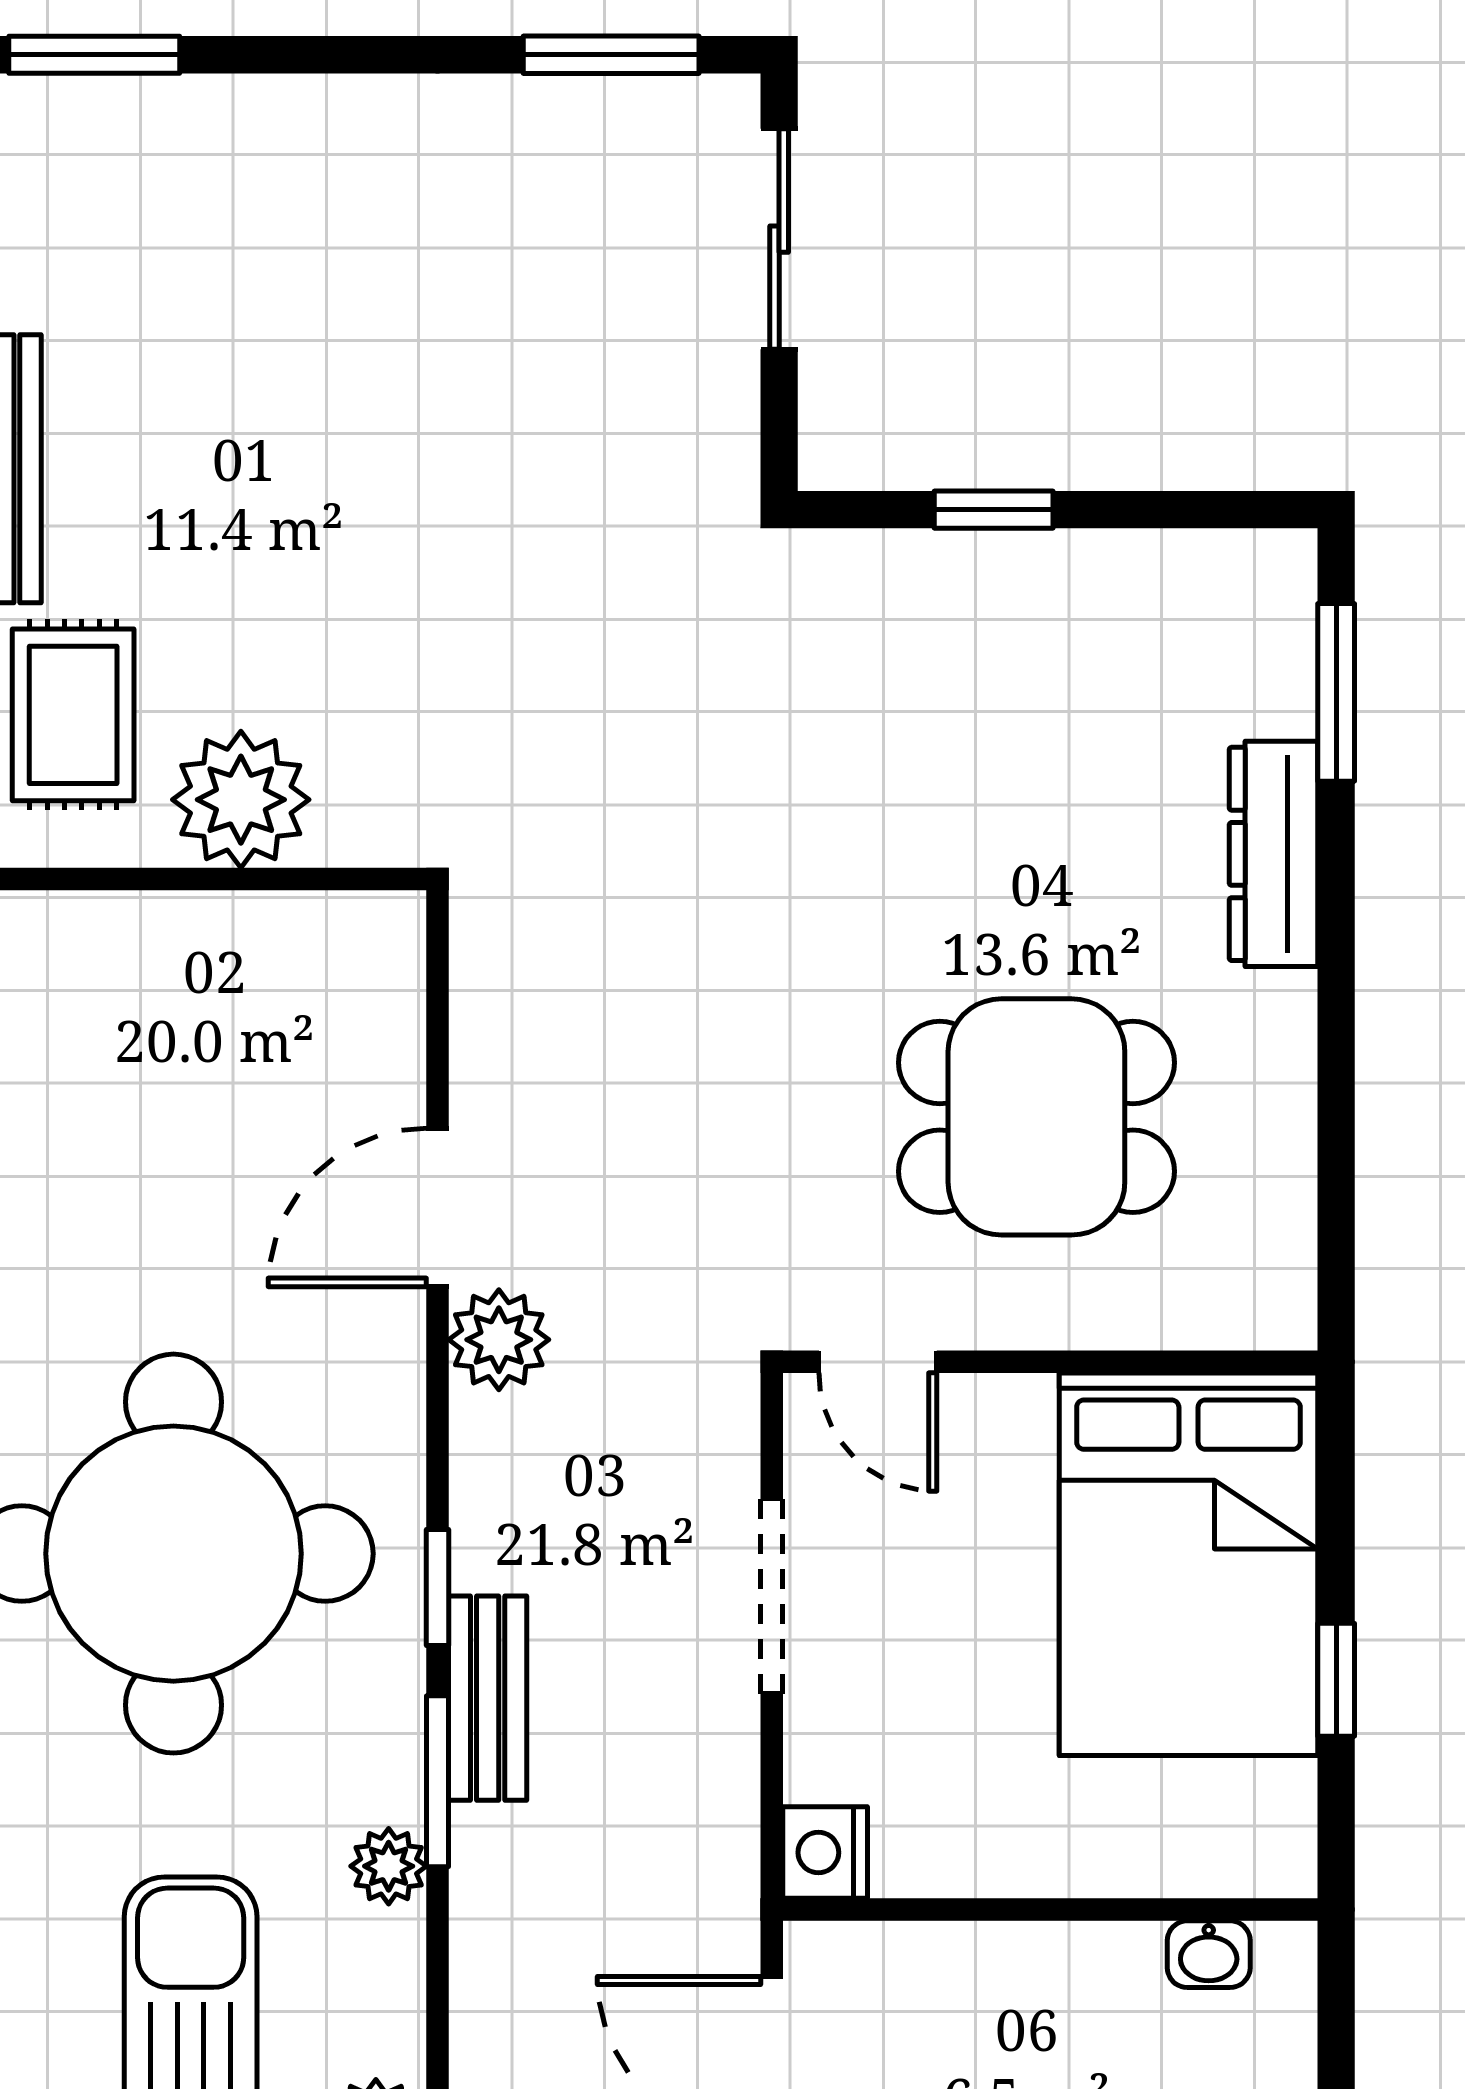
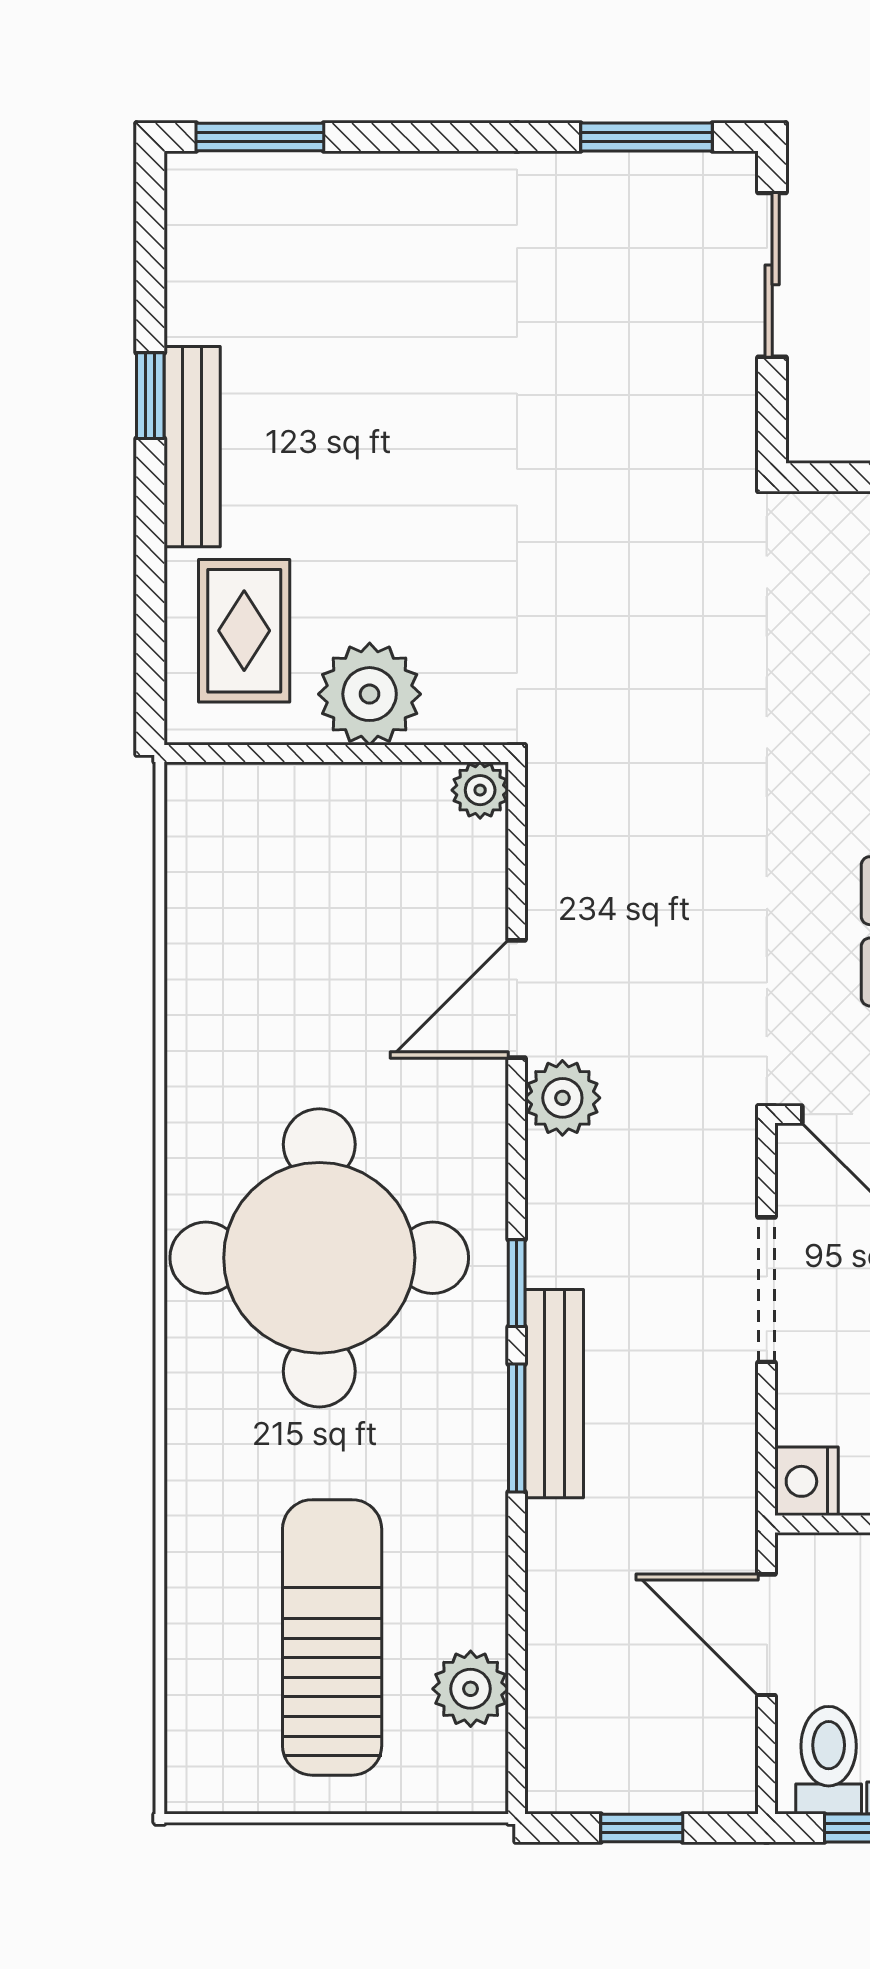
bench: (488, 1698) -> (554, 1394), width x1.36
plant: (389, 1866) -> (480, 790), moved

